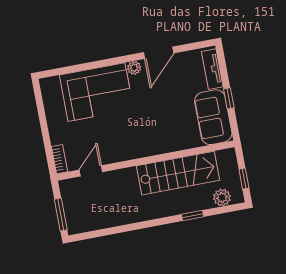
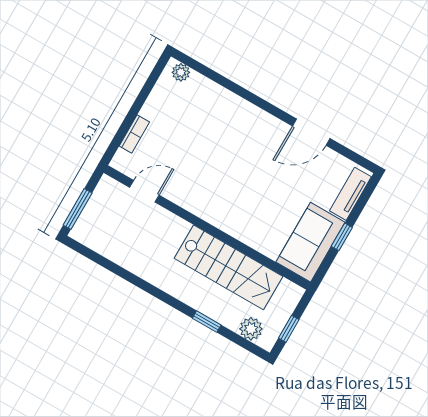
plant: (134, 68) -> (181, 72), moved
corner sofa: (96, 92) -> (217, 118), removed
bookcase: (59, 159) -> (134, 134), moved

